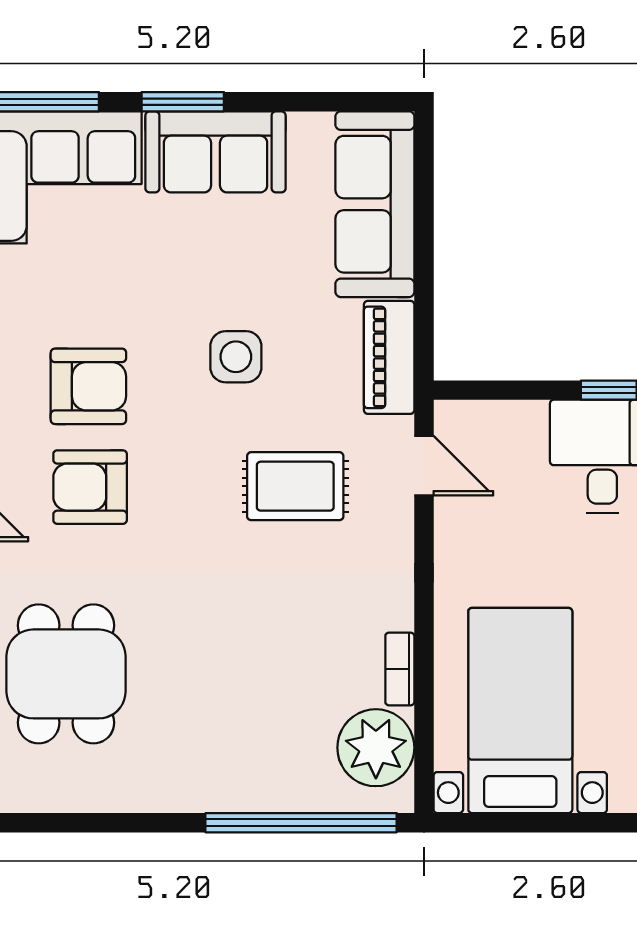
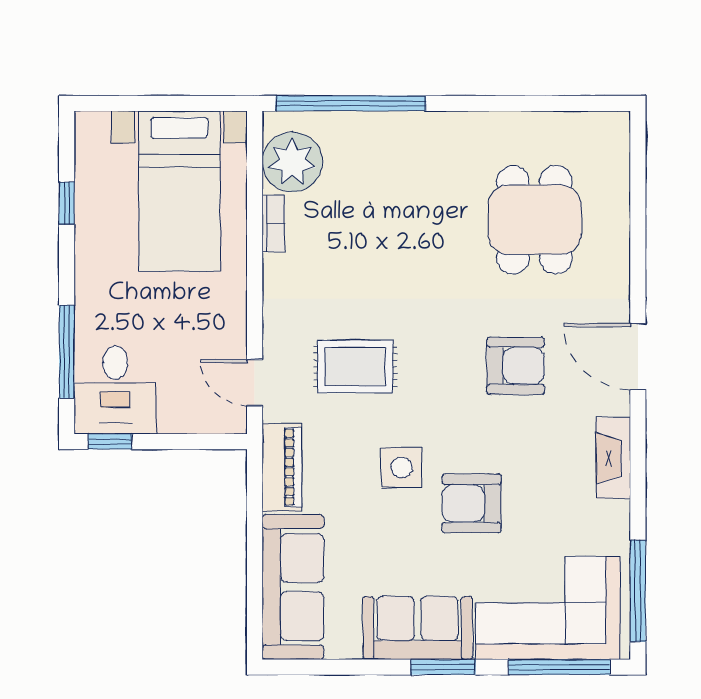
armchair: (88, 386) -> (472, 503), moved

